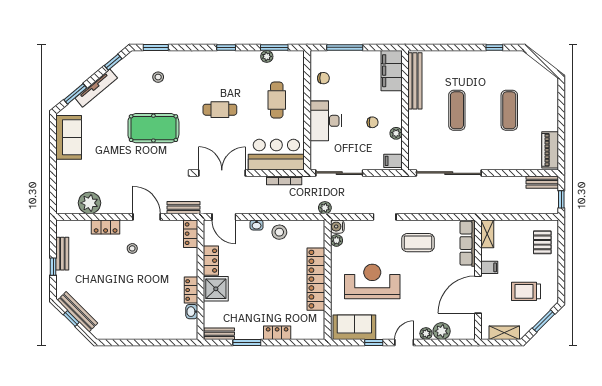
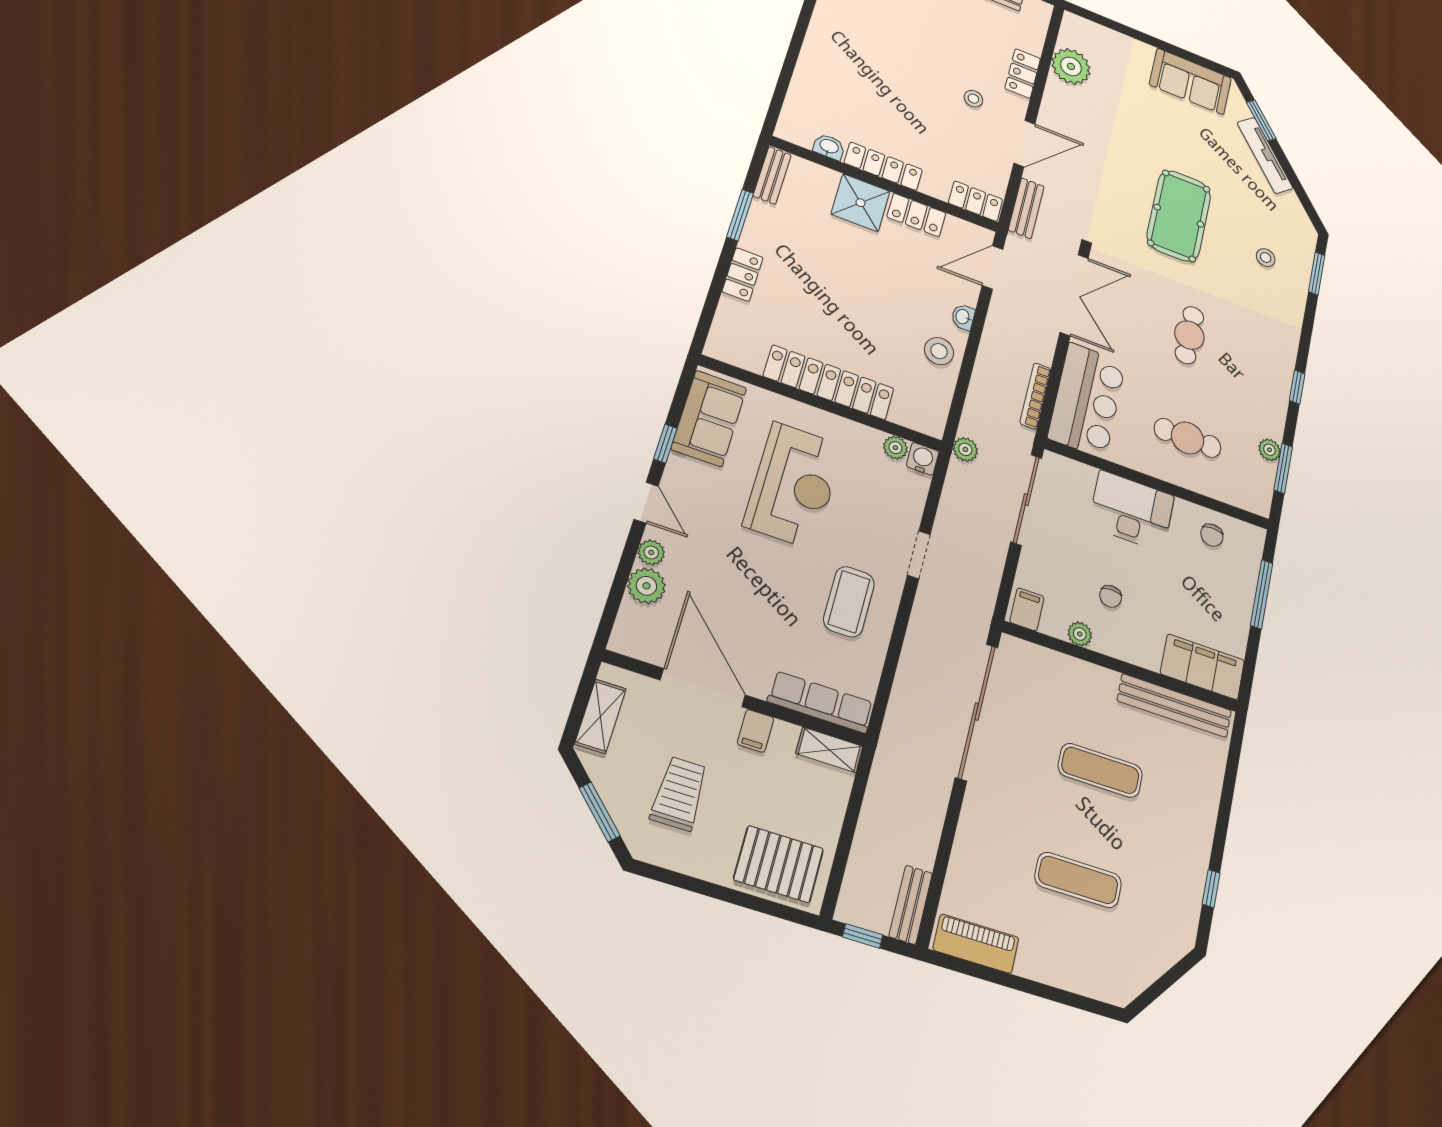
window: (113, 62) -> (1304, 198), removed
pallet: (542, 242) -> (779, 864), width x1.50, depth x1.42
locker: (191, 290) -> (883, 166), width x1.53

